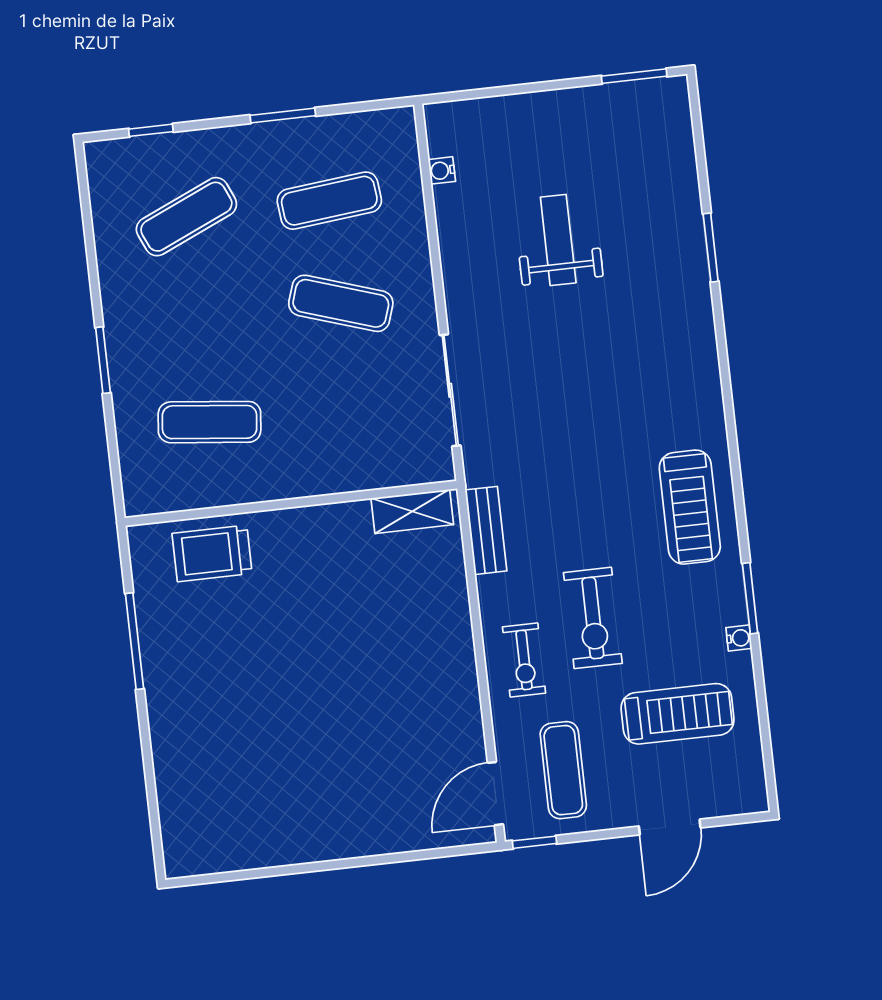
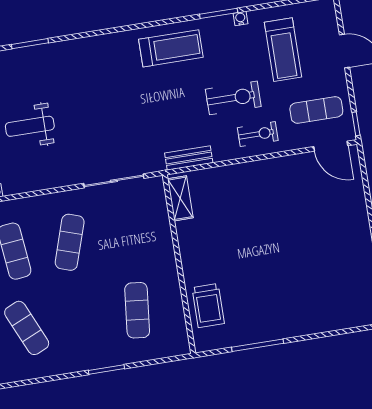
treadmill: (678, 714) -> (283, 50), turned 180

